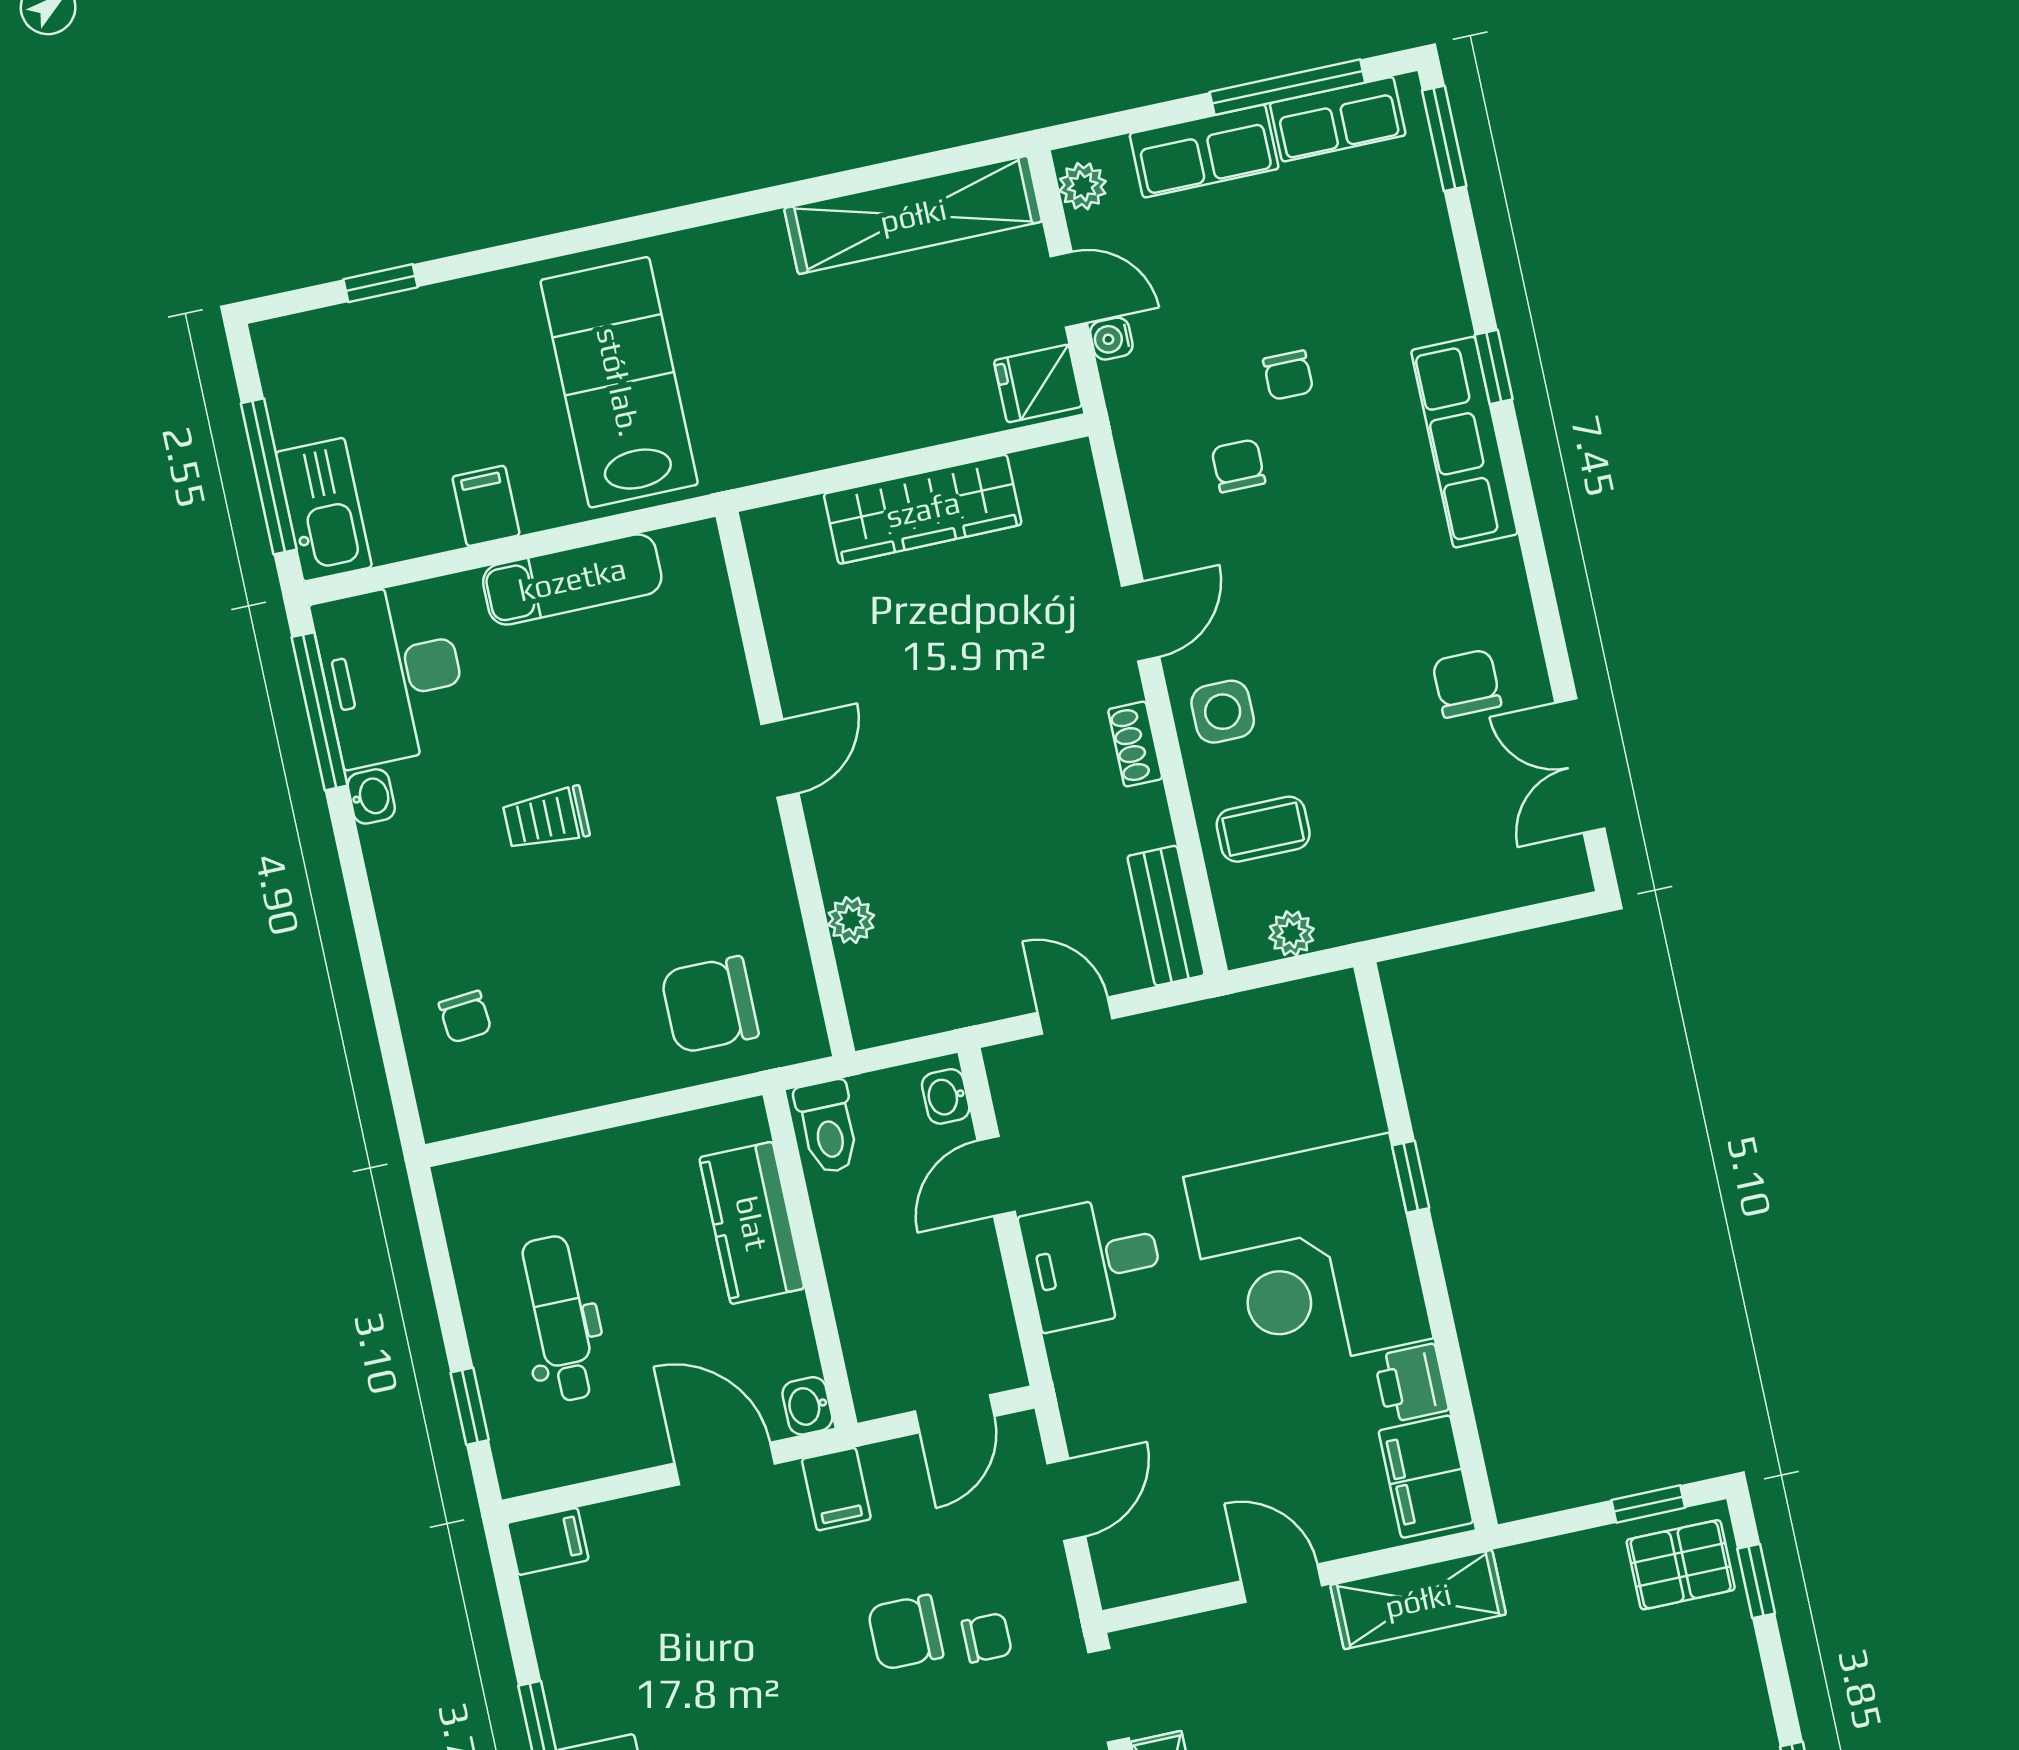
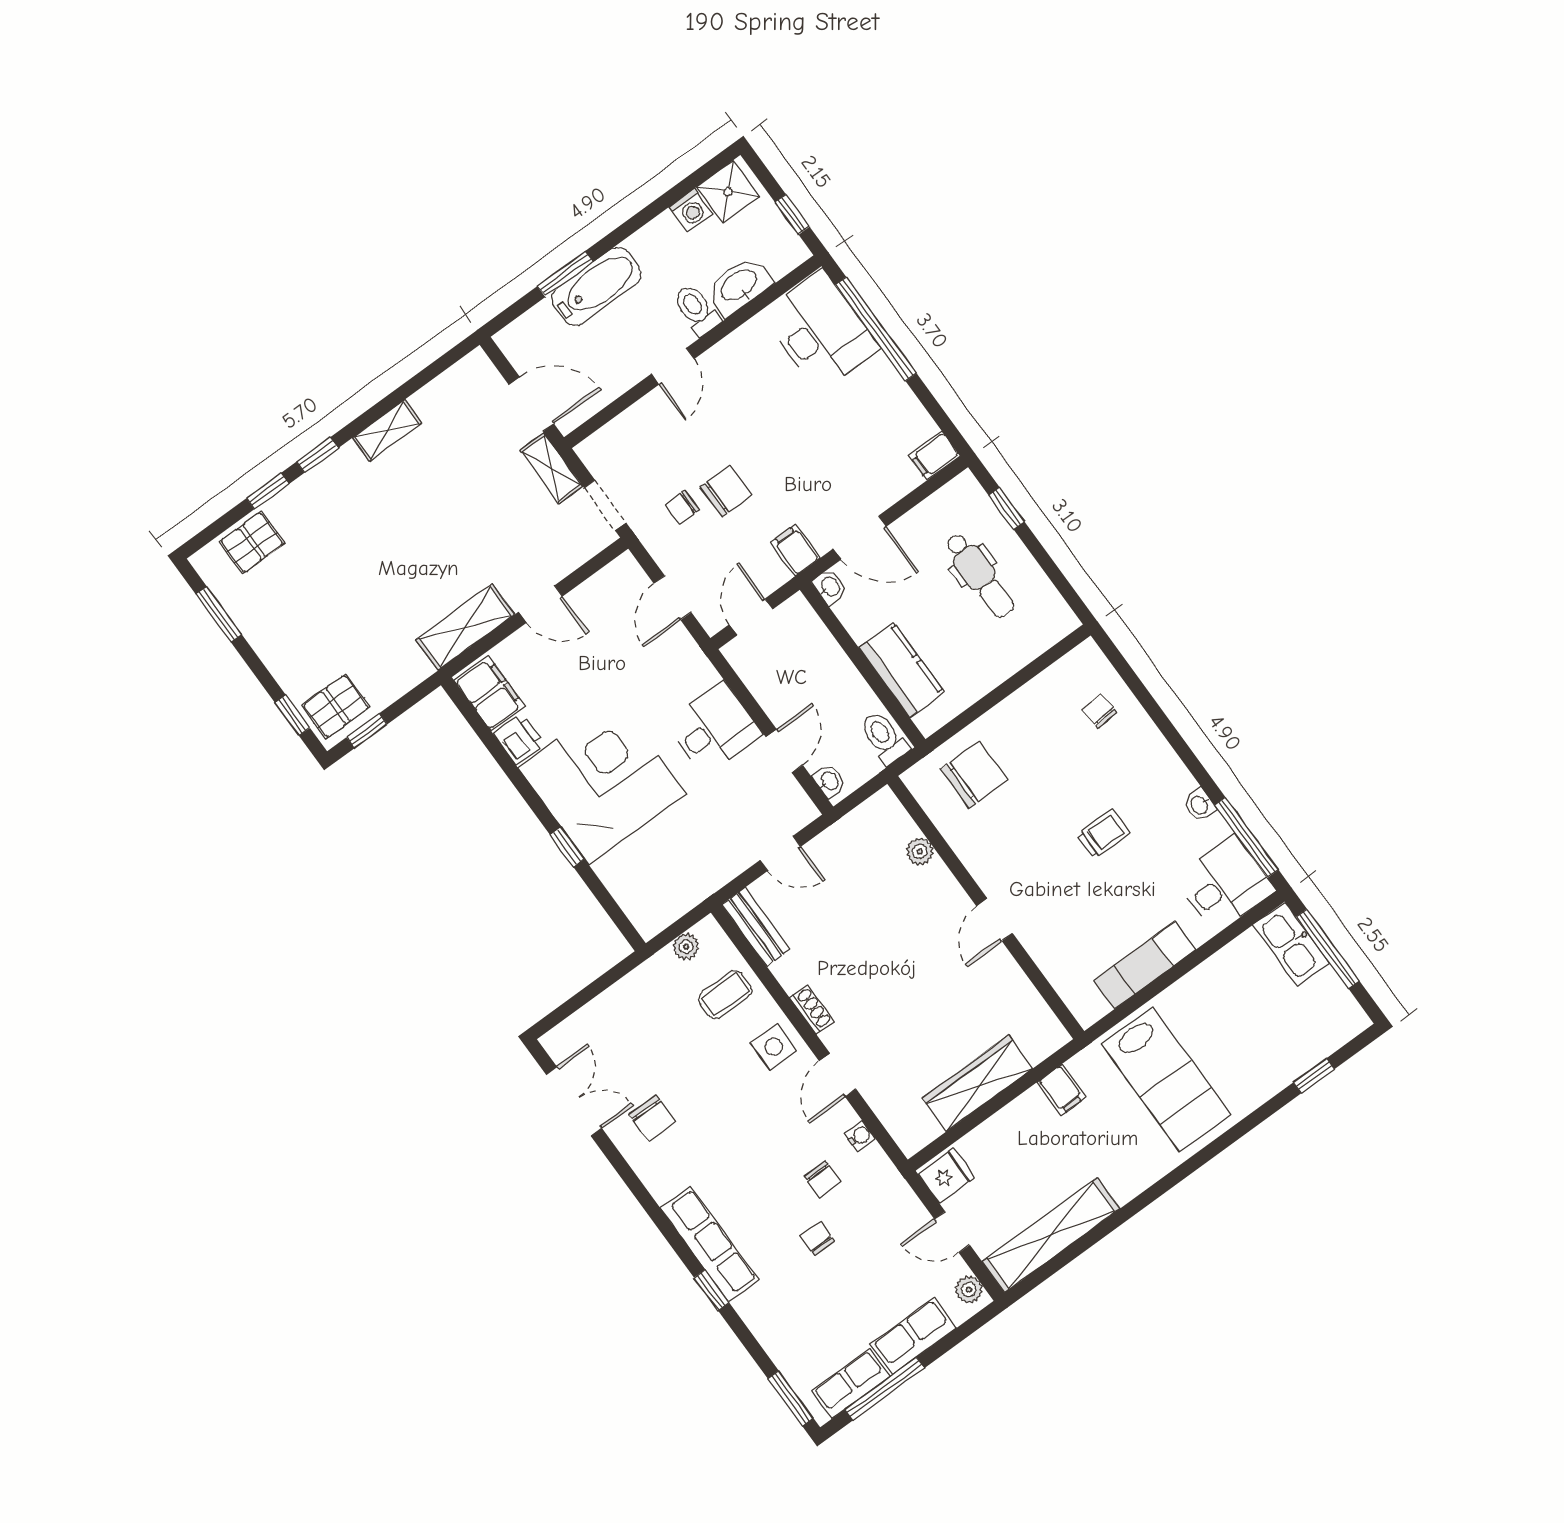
water cooler: (1111, 339) -> (860, 1136), moved
filing cabinet: (486, 506) -> (1061, 1090), moved
desk: (392, 674) -> (1225, 884), width x0.73

